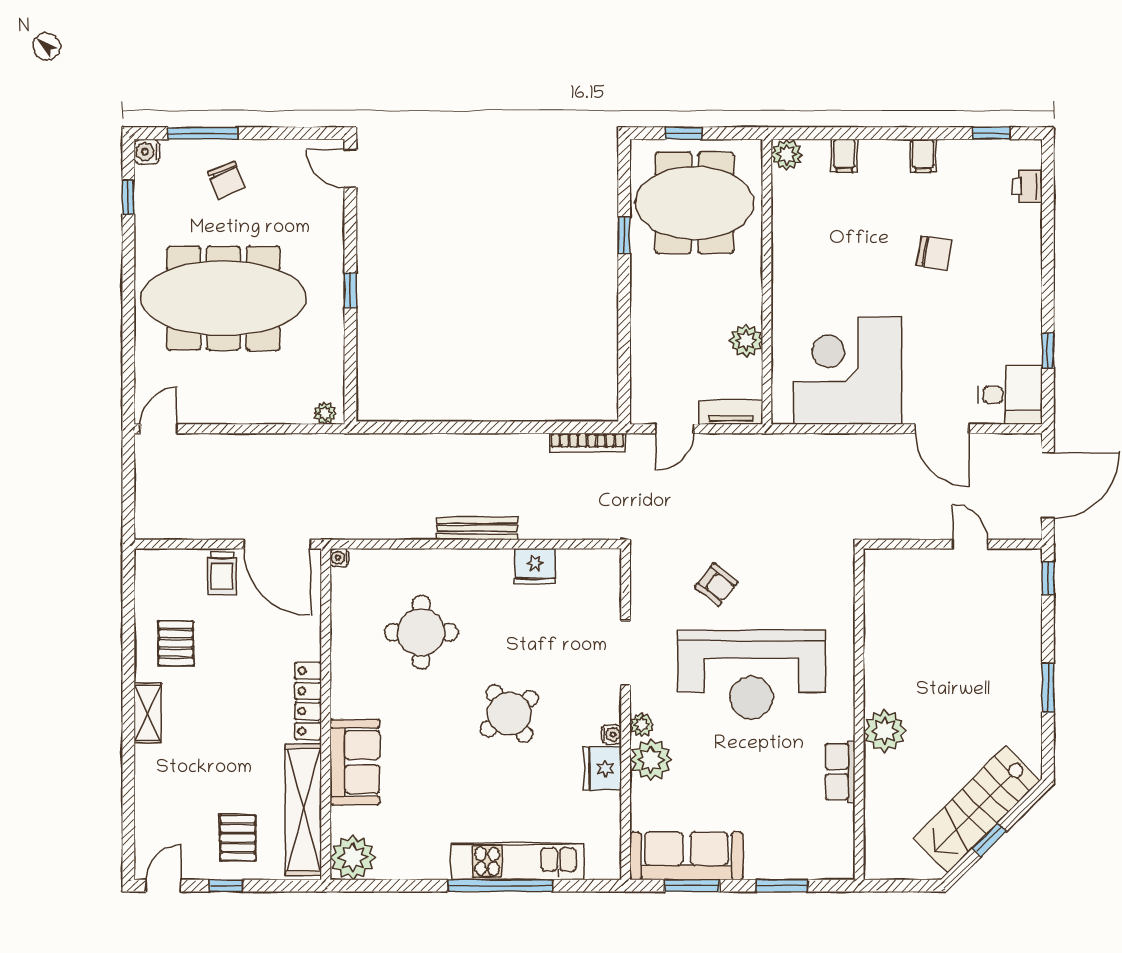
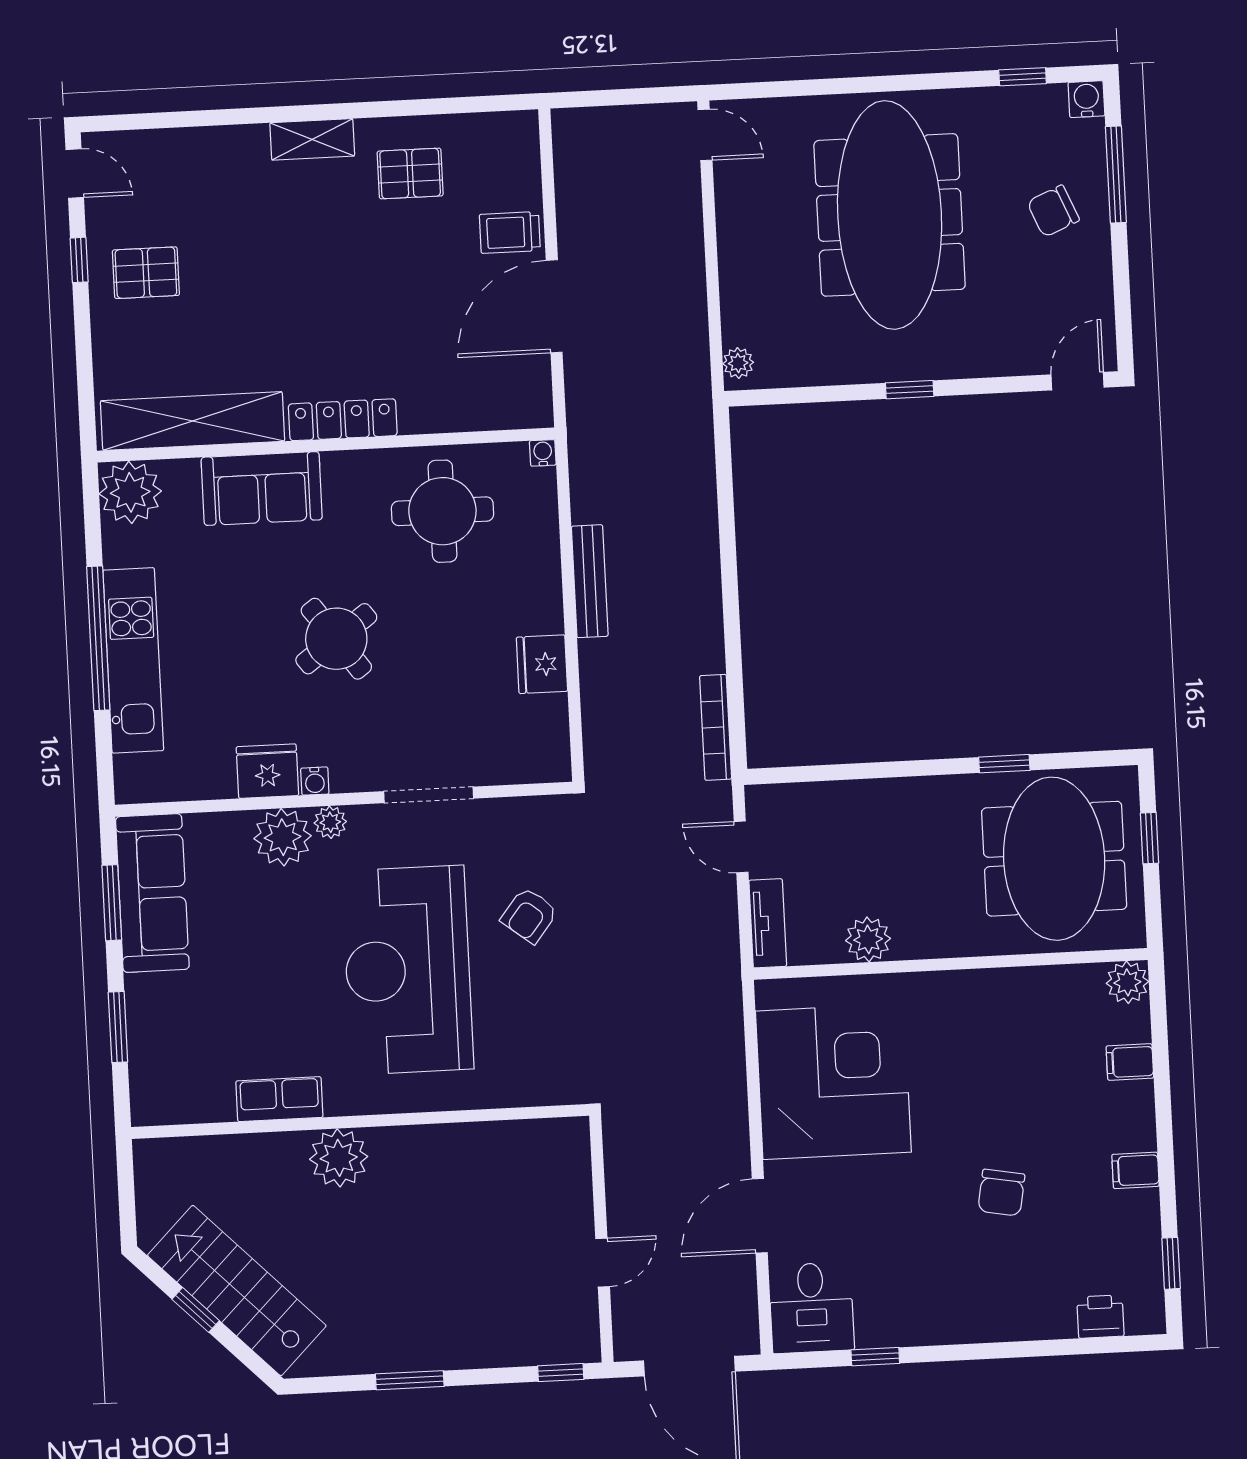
water cooler: (339, 558) -> (543, 453), moved
locker: (308, 701) -> (343, 420), moved
wall: (326, 714) -> (326, 445), moved
sofa: (355, 762) -> (262, 489), moved
shelving: (303, 810) -> (193, 421), moved
plant: (353, 857) -> (130, 492), moved

